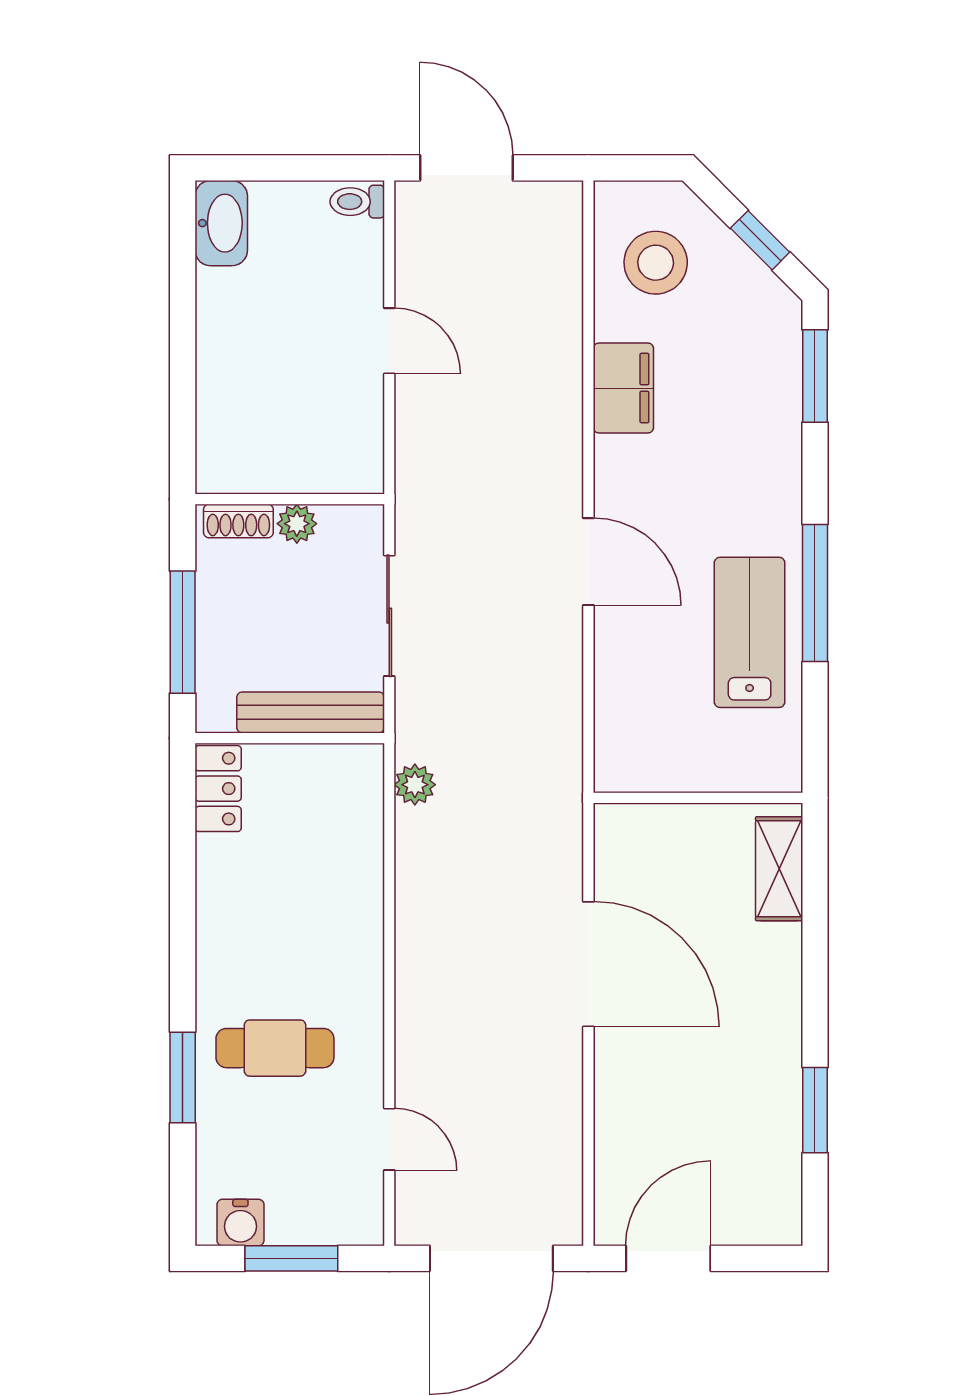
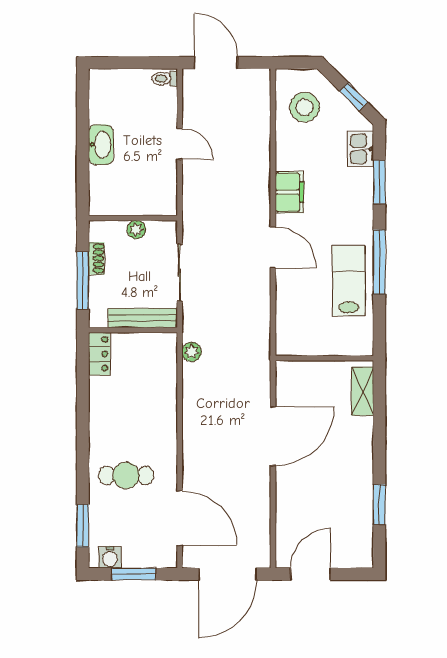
washbasin: (221, 223) -> (101, 145), moved
kitchen sink: (775, 352) -> (360, 149), added
window: (815, 376) -> (379, 182), moved
filing cabinet: (623, 388) -> (289, 192), moved
shoe rack: (238, 521) -> (97, 258), moved, turned -90
door: (588, 964) -> (273, 436), hinge flipped
window: (183, 1077) -> (83, 526), moved
door: (389, 1139) -> (180, 518), width x1.88

